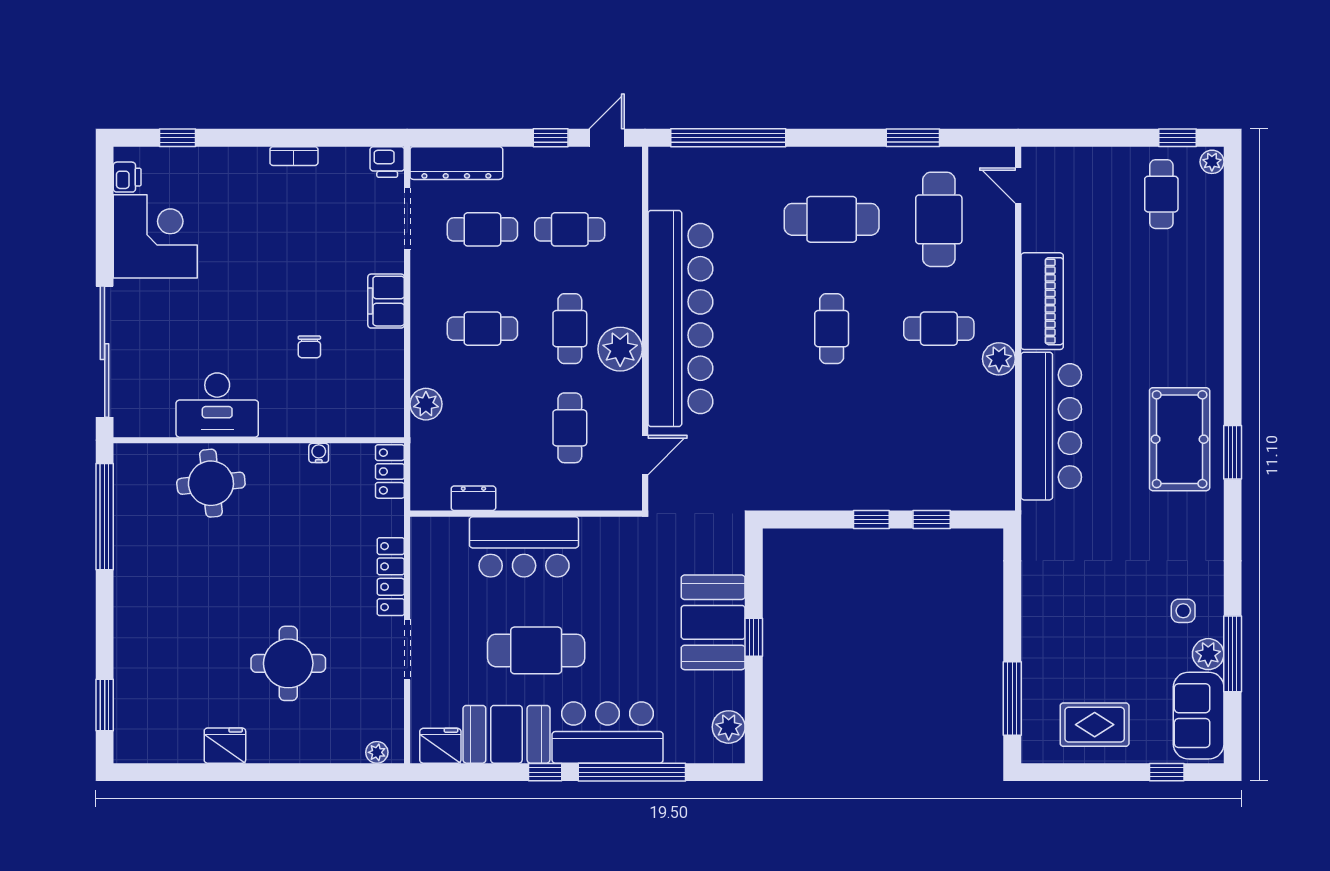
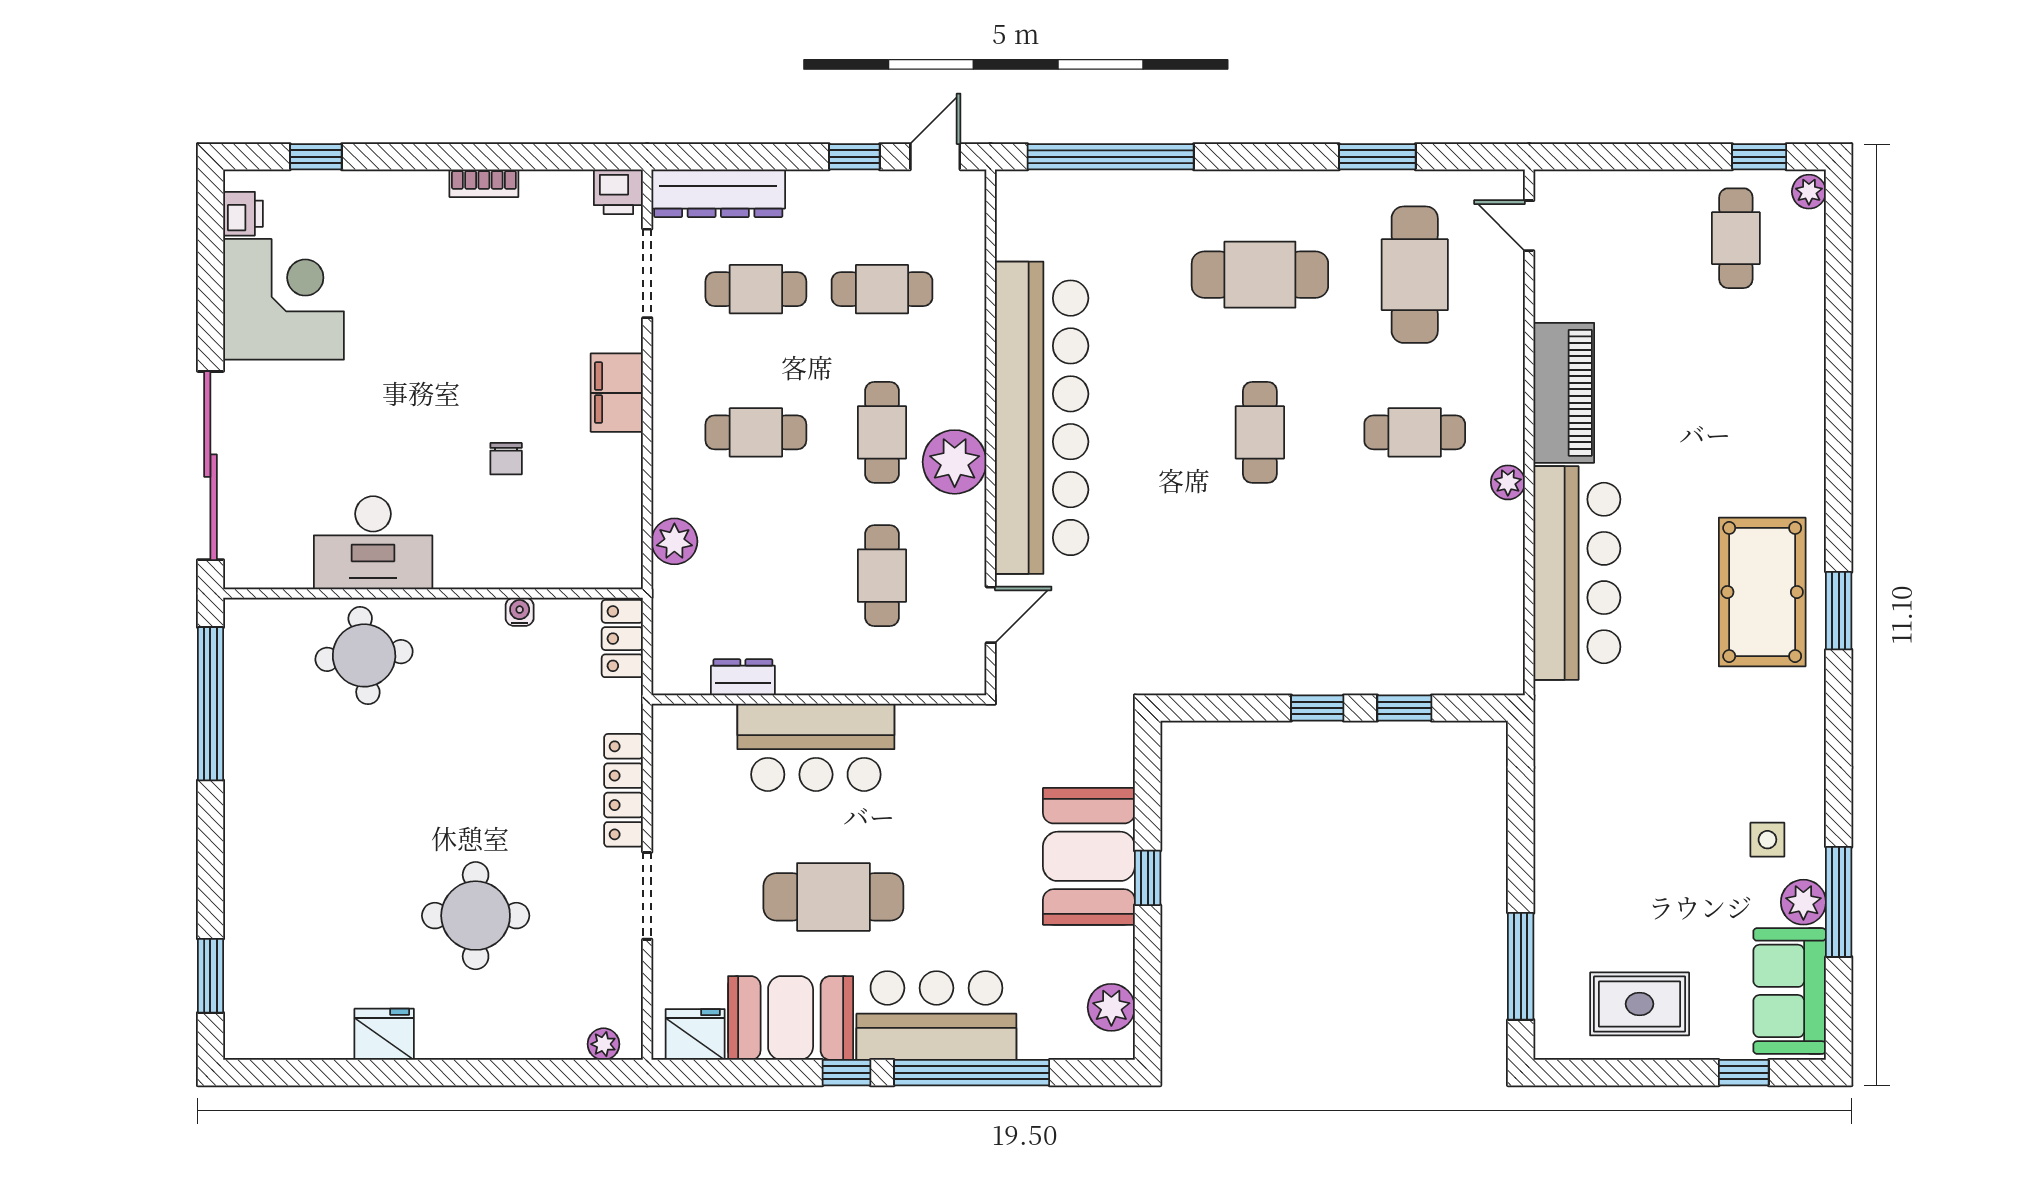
plant: (999, 359) -> (1508, 482), width x0.73, depth x0.73

